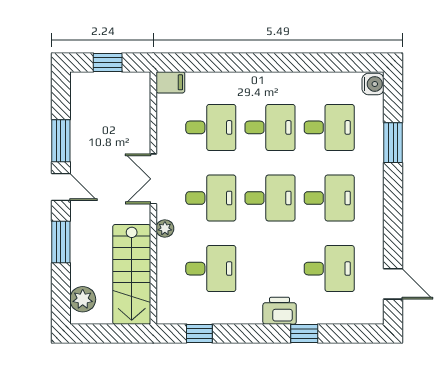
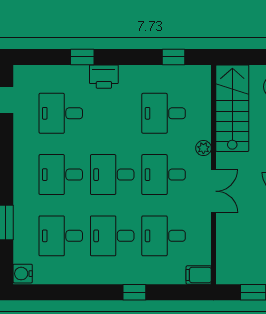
window: (244, 62) -> (134, 292), added

